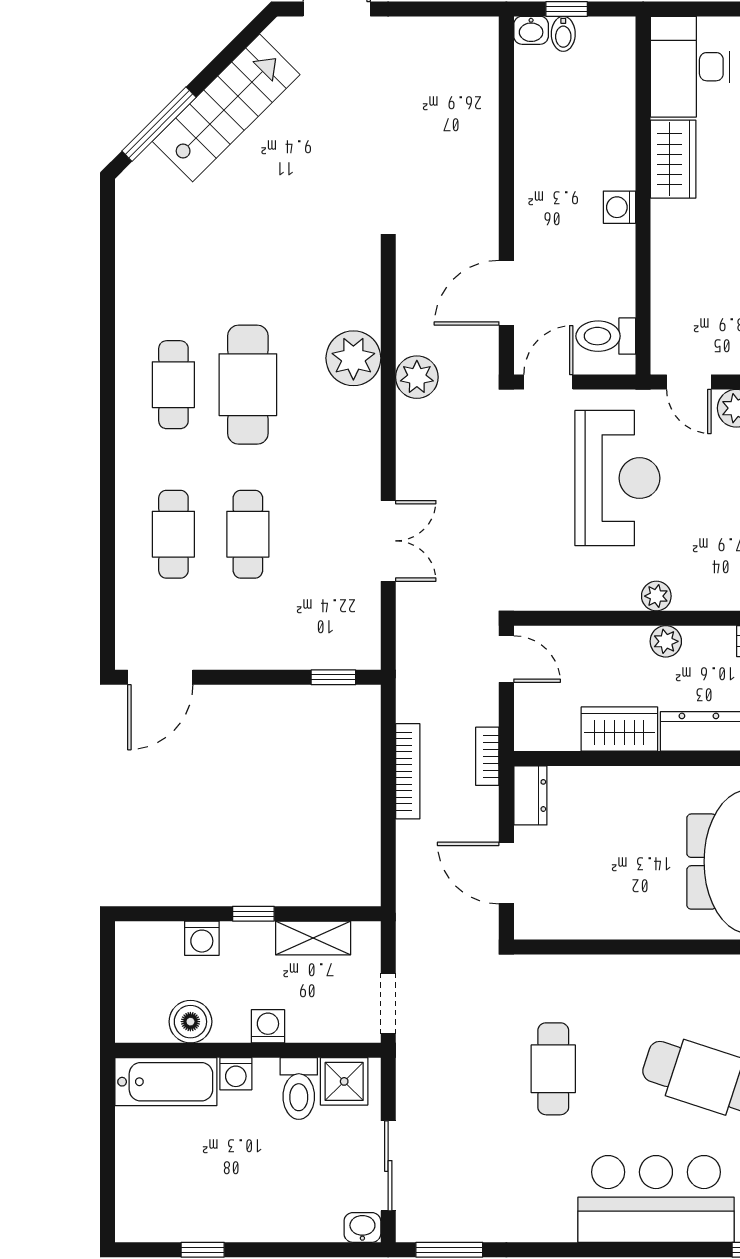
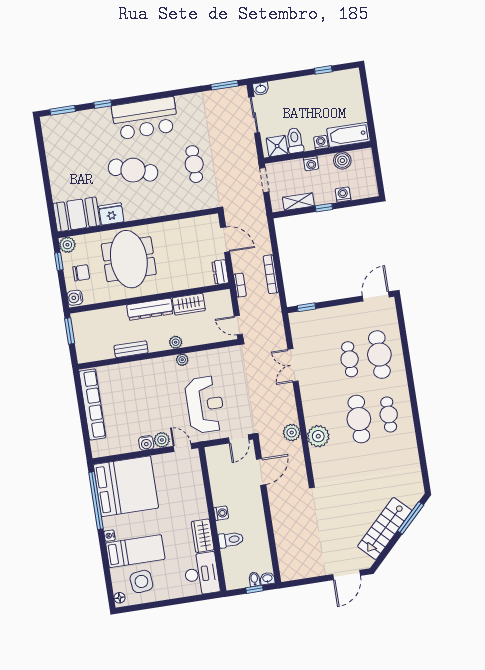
toilet: (606, 336) -> (231, 540), moved
reception desk: (617, 478) -> (205, 405), turned 180
cafe table: (173, 534) -> (379, 355), width x1.37, depth x1.35

